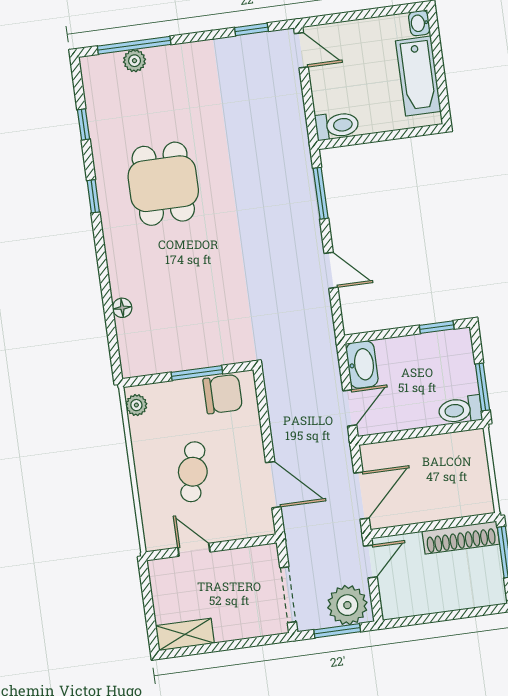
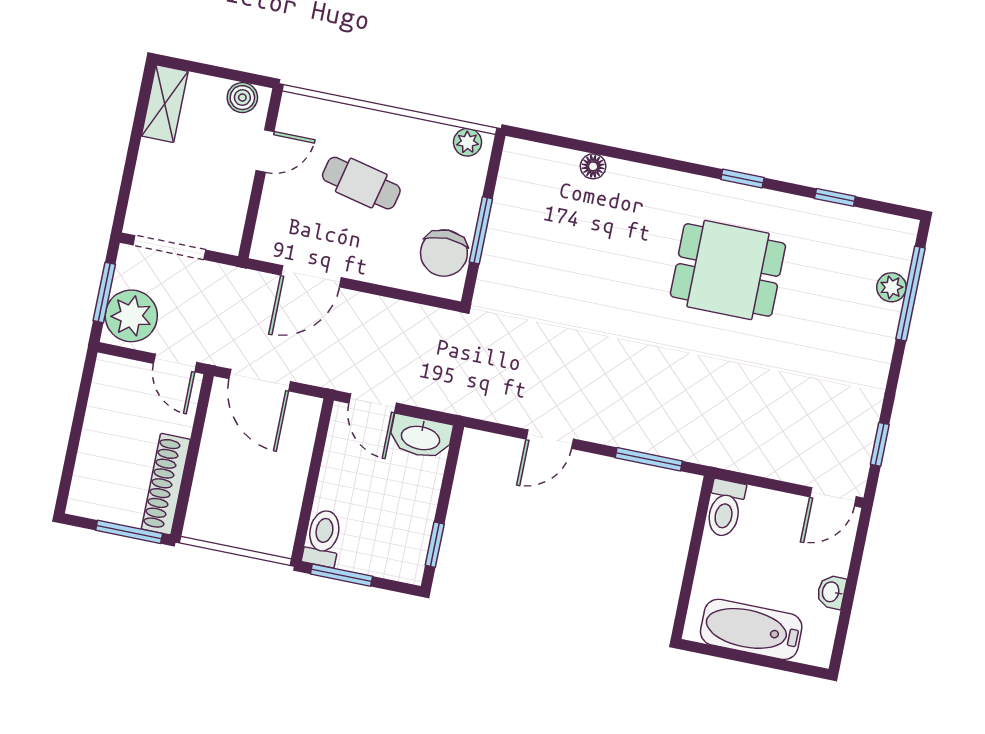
washbasin: (419, 23) -> (831, 592), moved, turned -90
boiler: (161, 580) -> (242, 98), added

